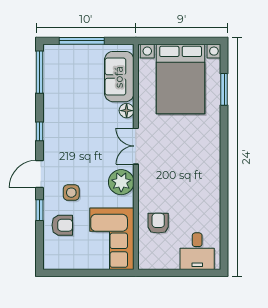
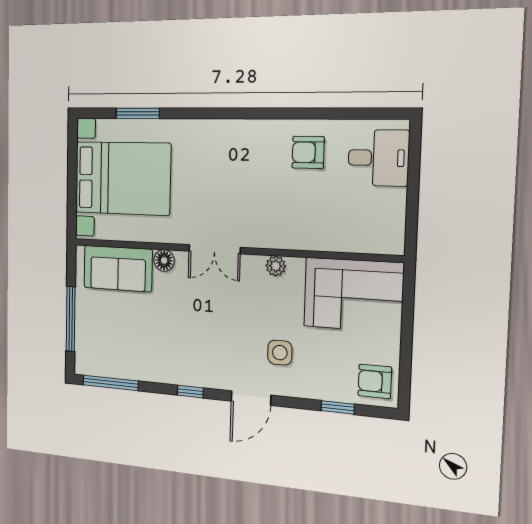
door: (40, 174) -> (251, 398), hinge flipped
plant: (121, 182) -> (276, 266), width x0.53, depth x0.53
window: (40, 210) -> (338, 407), moved
armchair: (158, 223) -> (308, 152), moved
armchair: (62, 225) -> (375, 381), moved, turned -90

